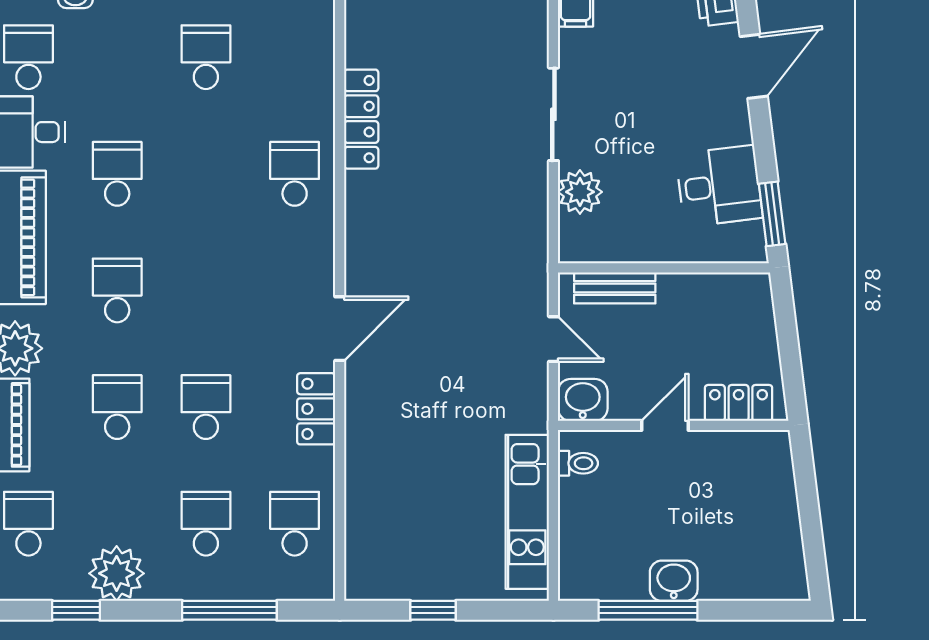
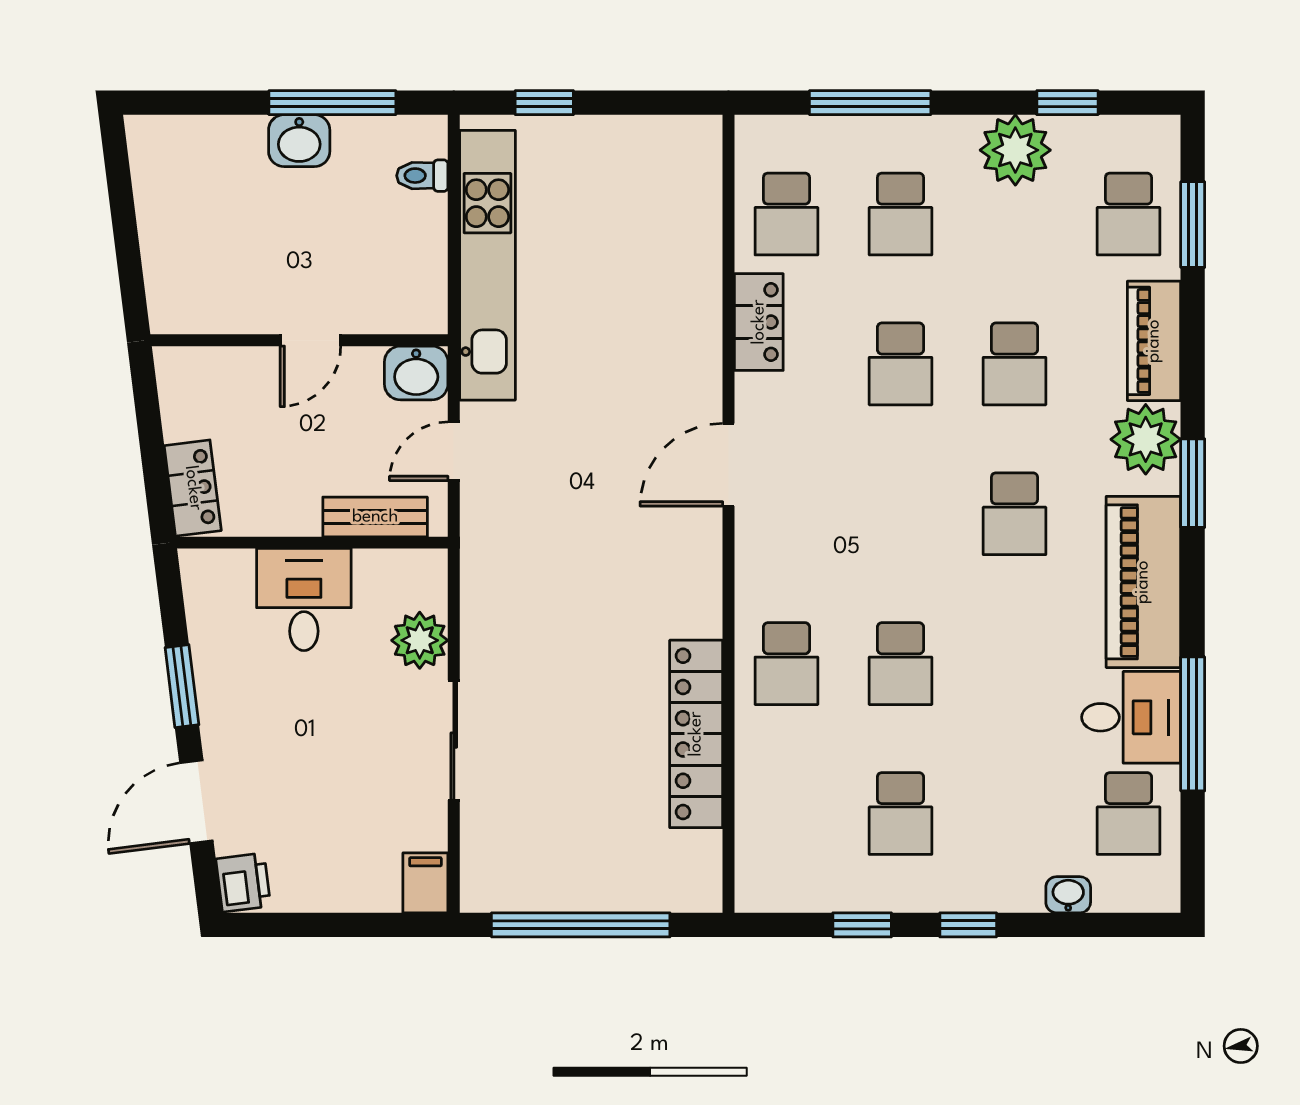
locker: (361, 119) -> (696, 734), width x1.41, depth x1.21
school desk: (117, 174) -> (900, 664), moved
desk: (719, 186) -> (304, 600), moved, turned 97
window: (772, 214) -> (182, 686), moved
door: (553, 339) -> (454, 451), hinge flipped
locker: (739, 403) -> (193, 488), moved, turned -97
locker: (316, 409) -> (759, 322), moved
toilet: (578, 463) -> (422, 176), moved
kitchen unit: (527, 512) -> (487, 265), width x1.36
window: (433, 610) -> (544, 103), moved

